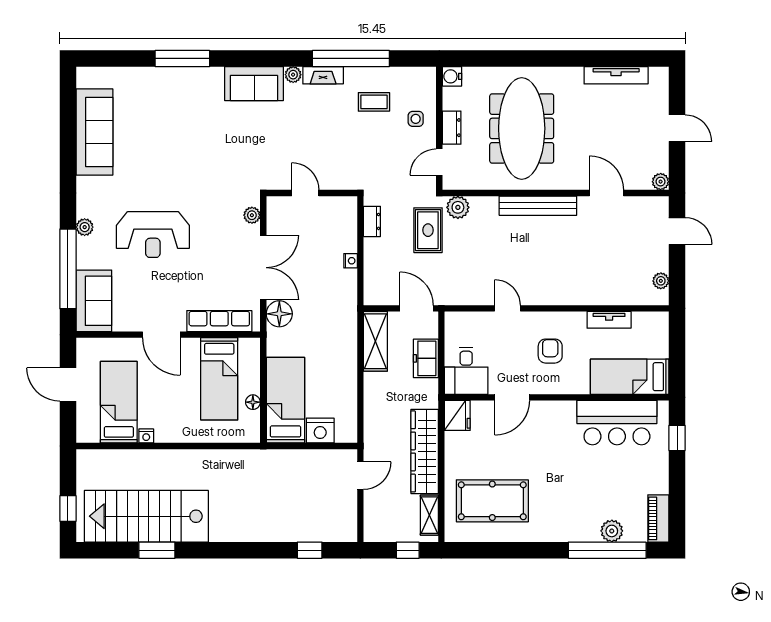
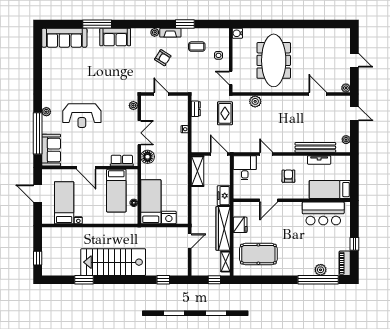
window: (351, 58) -> (185, 24), width x0.47
tv unit: (616, 75) -> (323, 33), removed
sofa: (254, 84) -> (115, 37), moved
armchair: (309, 123) -> (163, 58), added
dresser: (452, 128) -> (237, 60), removed
sofa: (94, 132) -> (64, 38), moved, turned 90
door: (439, 162) -> (231, 78), hinge flipped
bench: (538, 206) -> (315, 147), moved
plant: (458, 207) -> (255, 101), moved
double door: (263, 268) -> (139, 133), width x0.73
row of seats: (219, 321) -> (122, 161), width x0.68
freezer: (426, 358) -> (224, 196), moved
desk: (466, 371) -> (245, 168), moved, turned 180
fridge: (457, 415) -> (240, 225), moved
window: (677, 438) -> (354, 244), moved
stairs: (146, 516) -> (113, 262), moved

